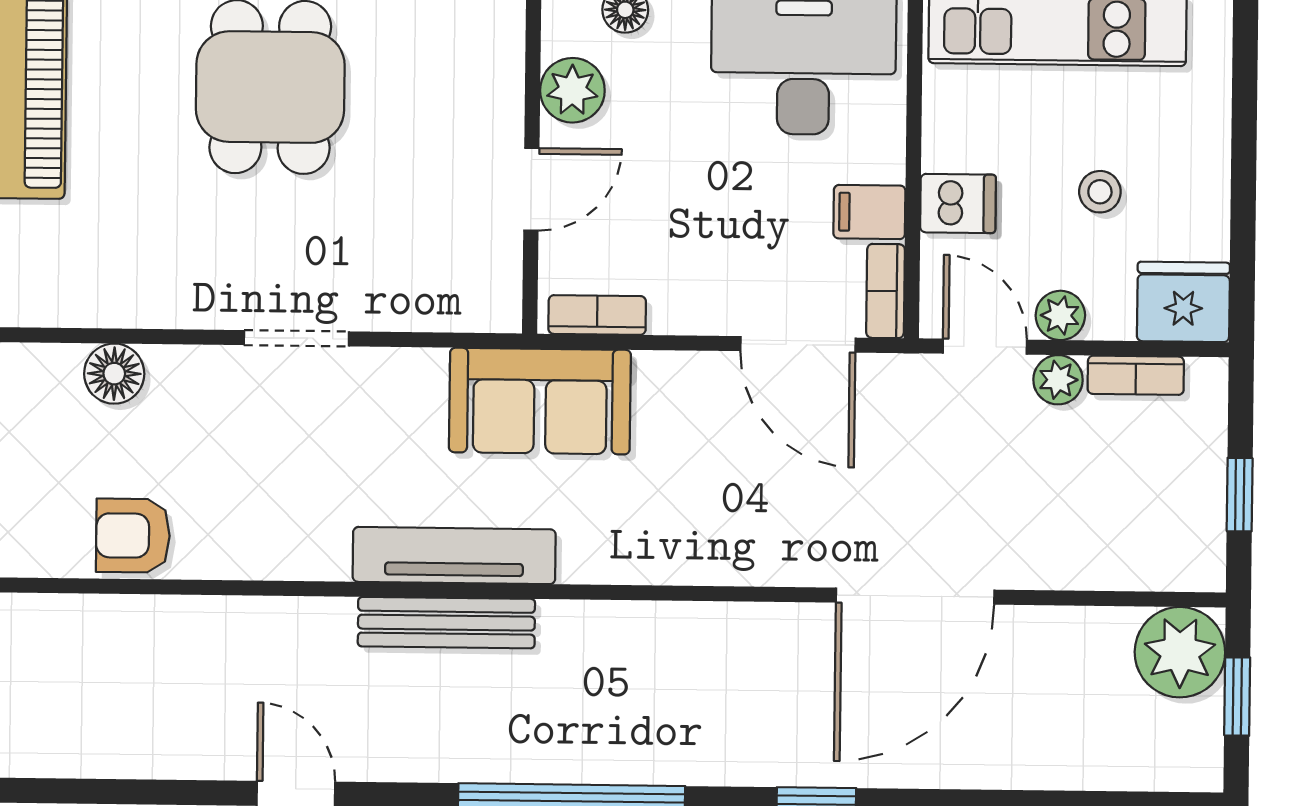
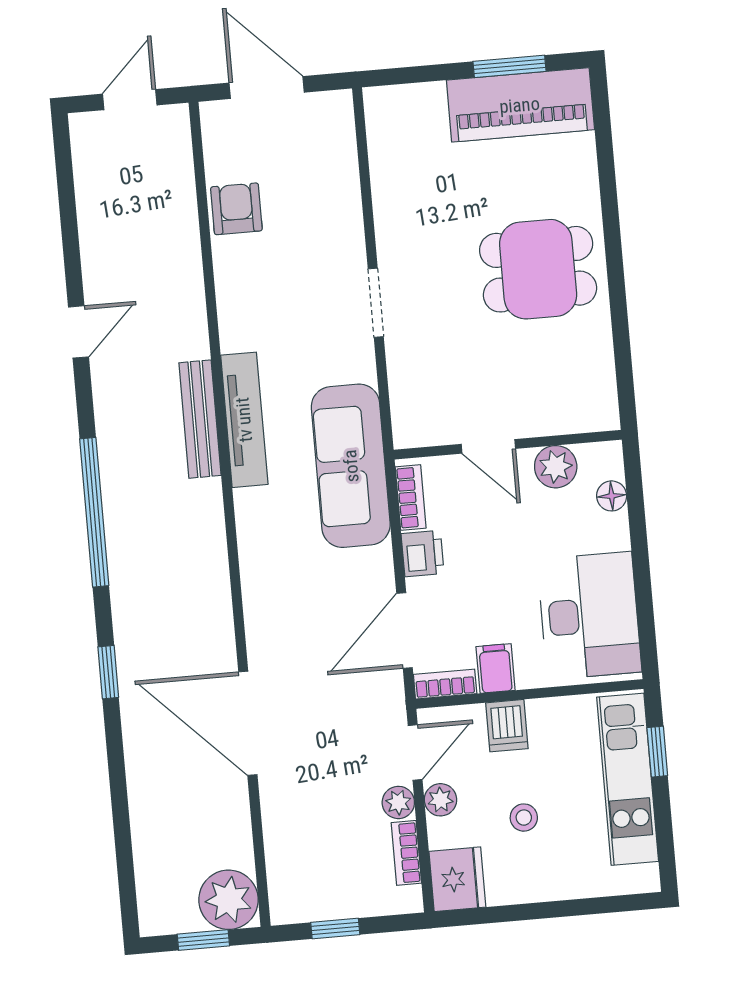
printer: (684, 305) -> (423, 554), added
floor lamp: (114, 374) -> (341, 186), removed
sofa: (540, 401) -> (351, 466), width x1.36

